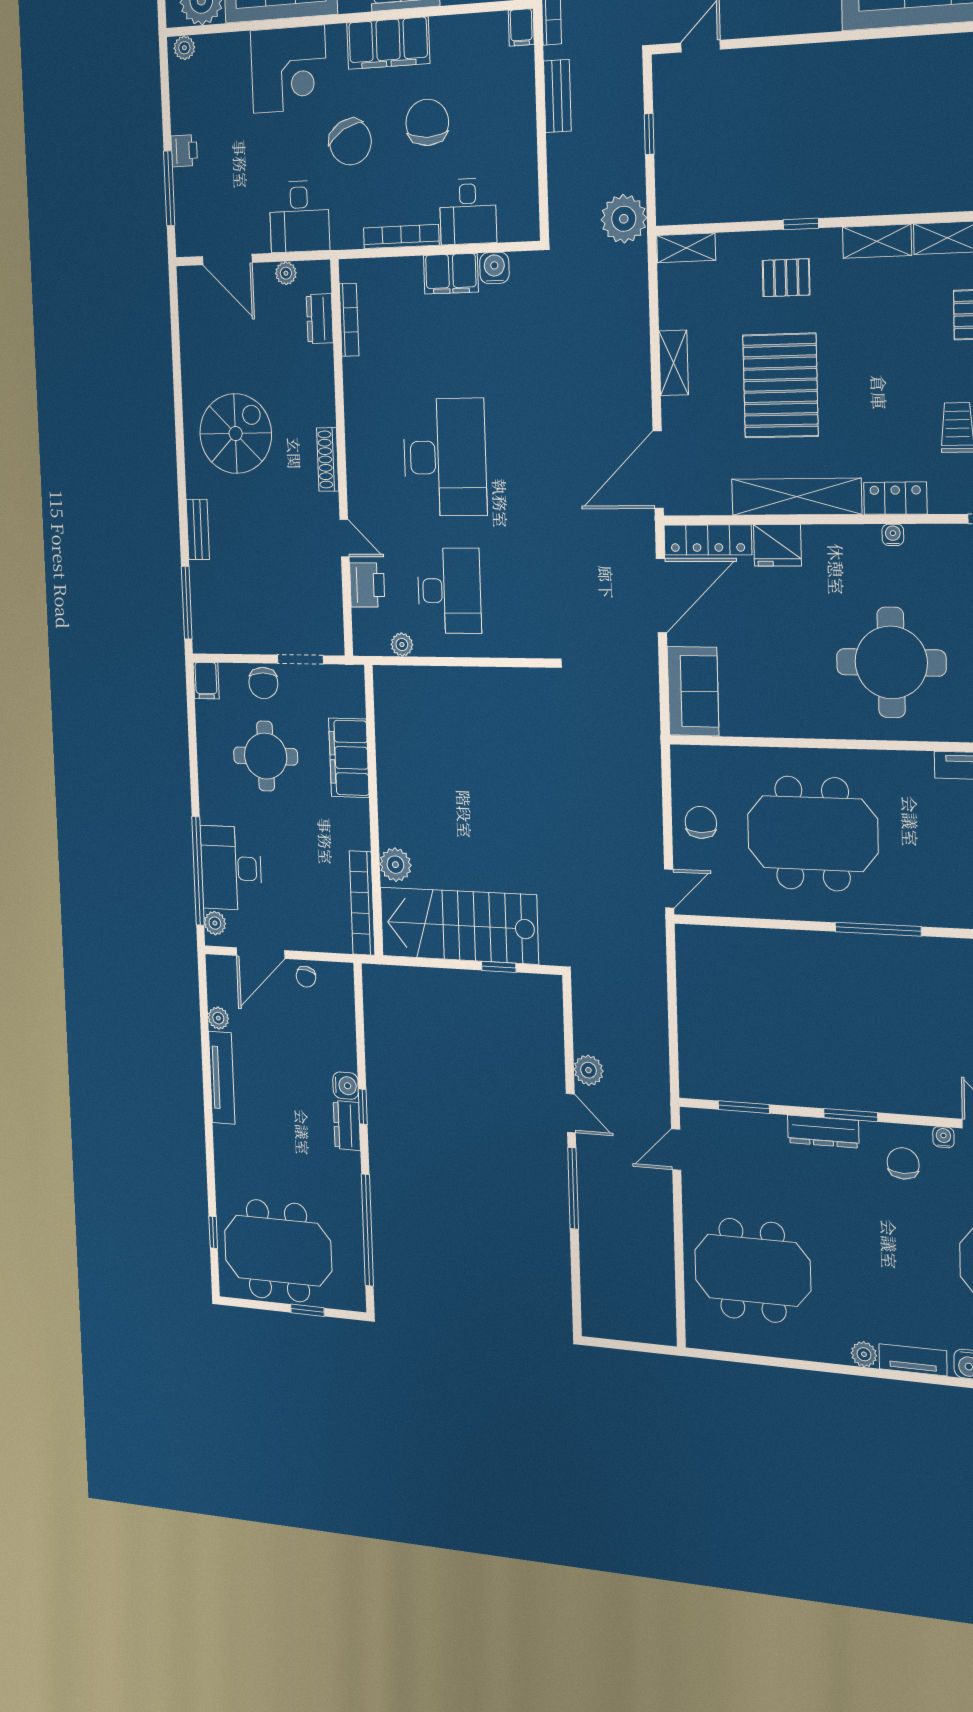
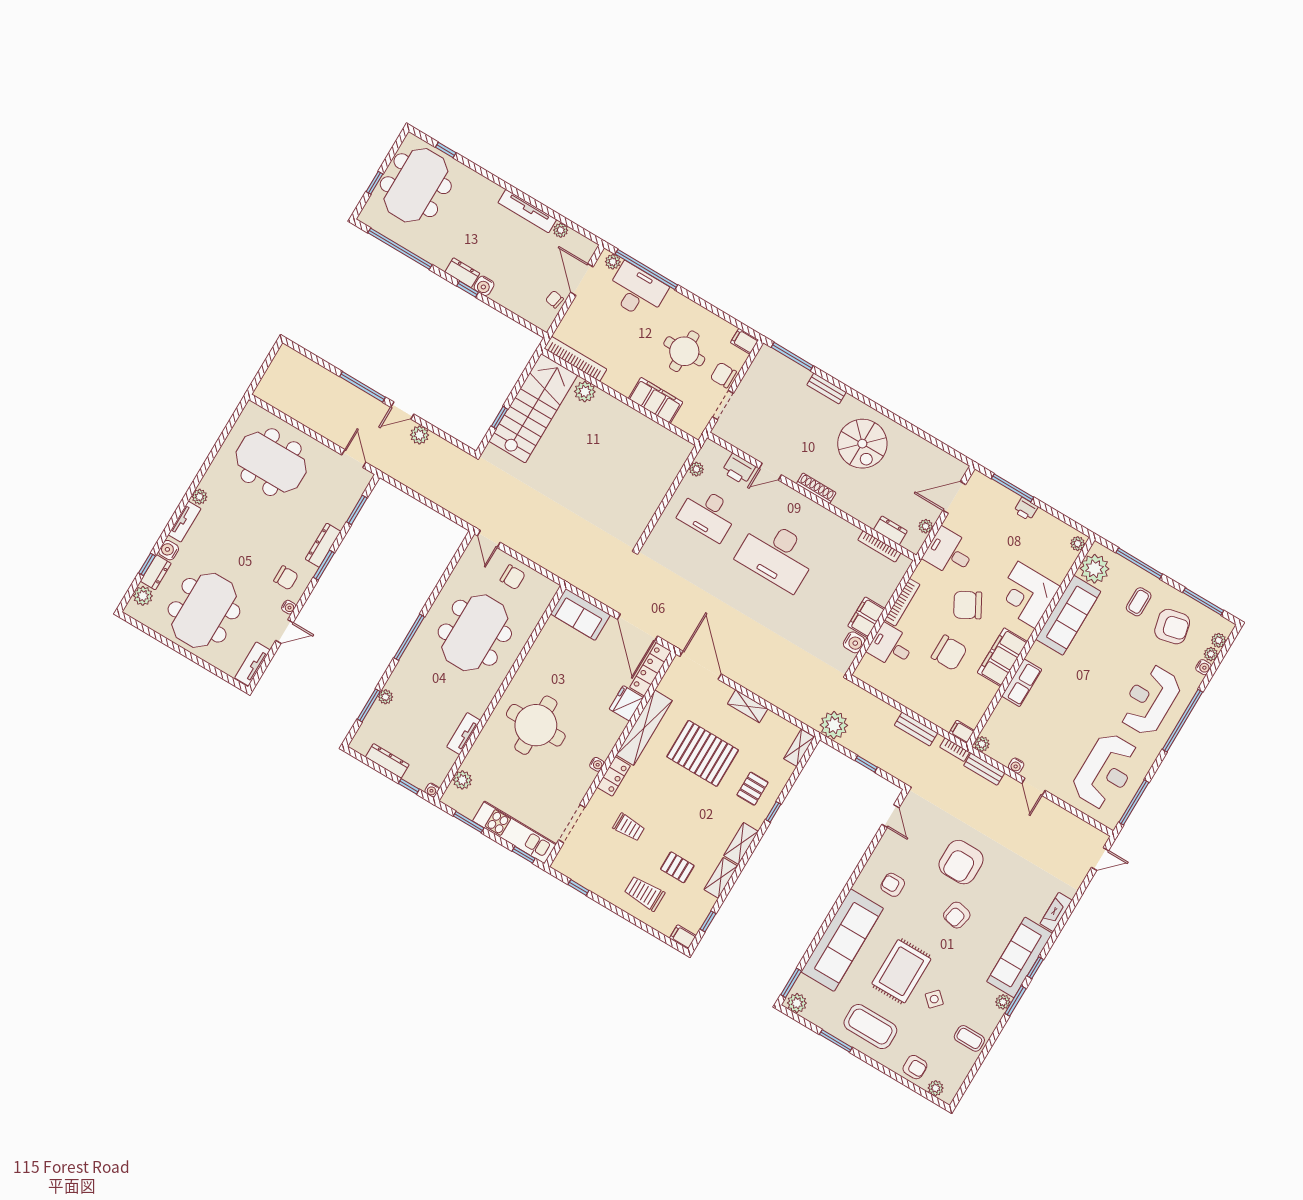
meeting table: (752, 1270) -> (271, 462), turned 90

